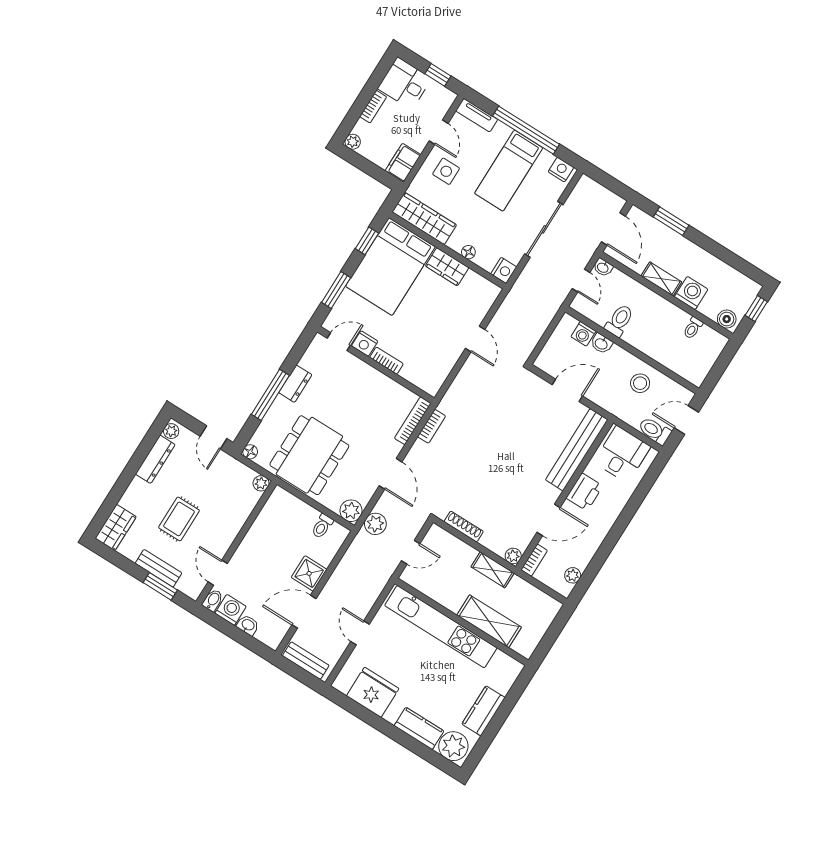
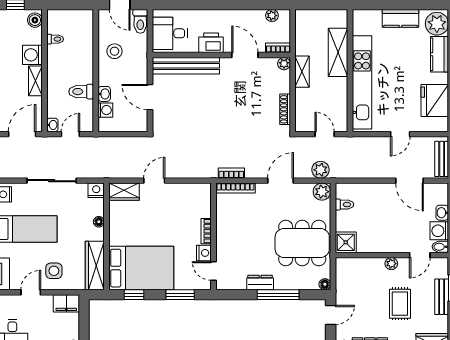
wardrobe: (447, 267) -> (124, 192), moved, turned 90
plant: (261, 483) -> (391, 264), moved
rug: (179, 519) -> (400, 304), turned 90
shower: (309, 573) -> (346, 242), moved

